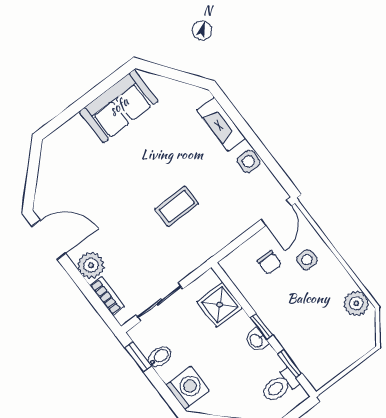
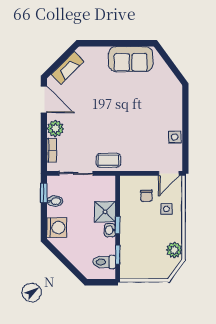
fireplace: (221, 124) -> (67, 68), moved, turned -135
coffee table: (177, 206) -> (108, 160), moved
shower: (220, 305) -> (105, 212), moved

